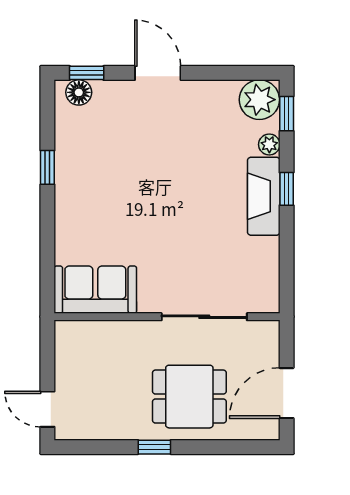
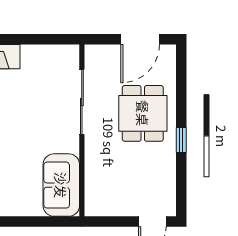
door: (287, 393) -> (140, 39), hinge flipped

